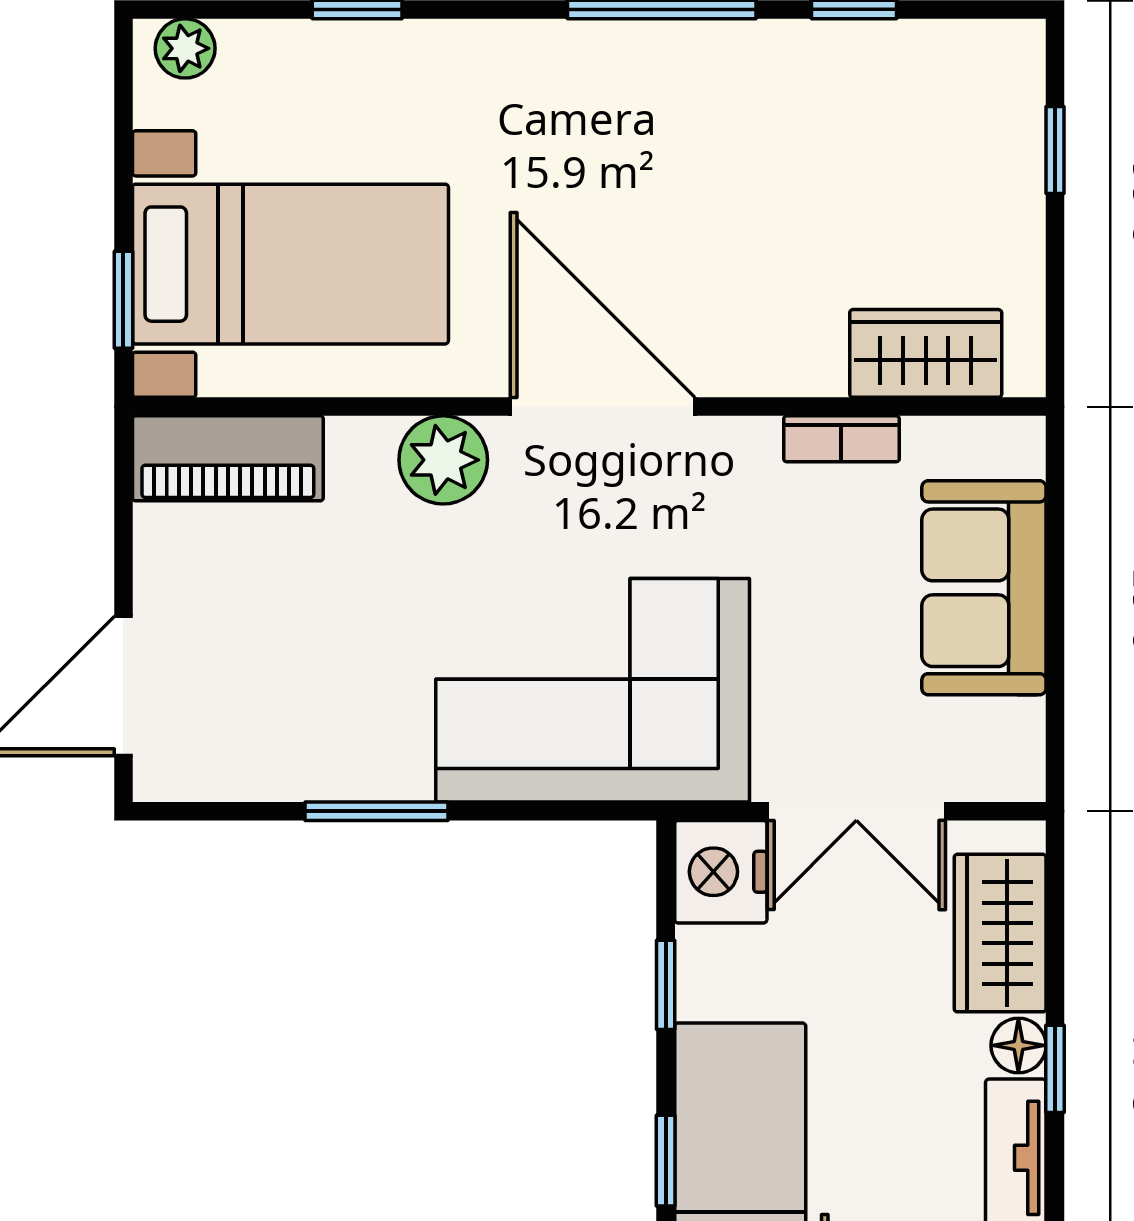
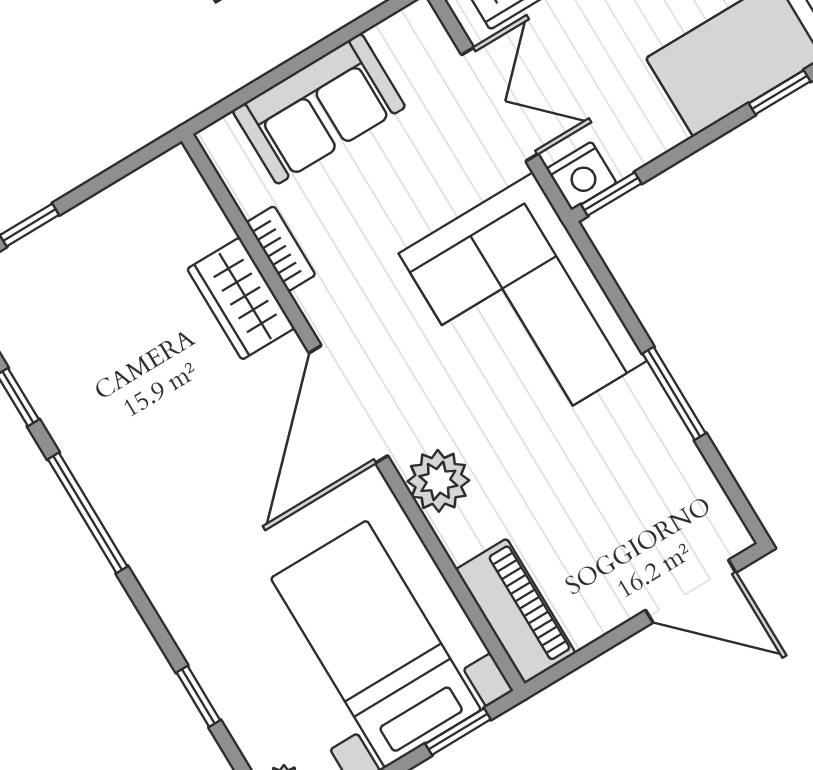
wardrobe: (926, 353) -> (241, 299), moved
nightstand: (721, 872) -> (581, 176), width x0.74, depth x0.75
window: (666, 985) -> (611, 194), moved

